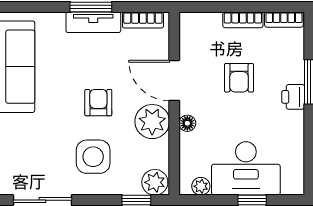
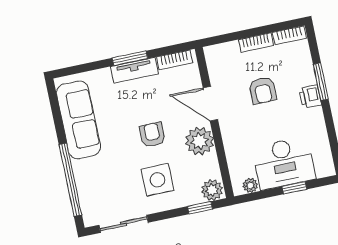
floor lamp: (187, 123) -> (228, 136), removed

